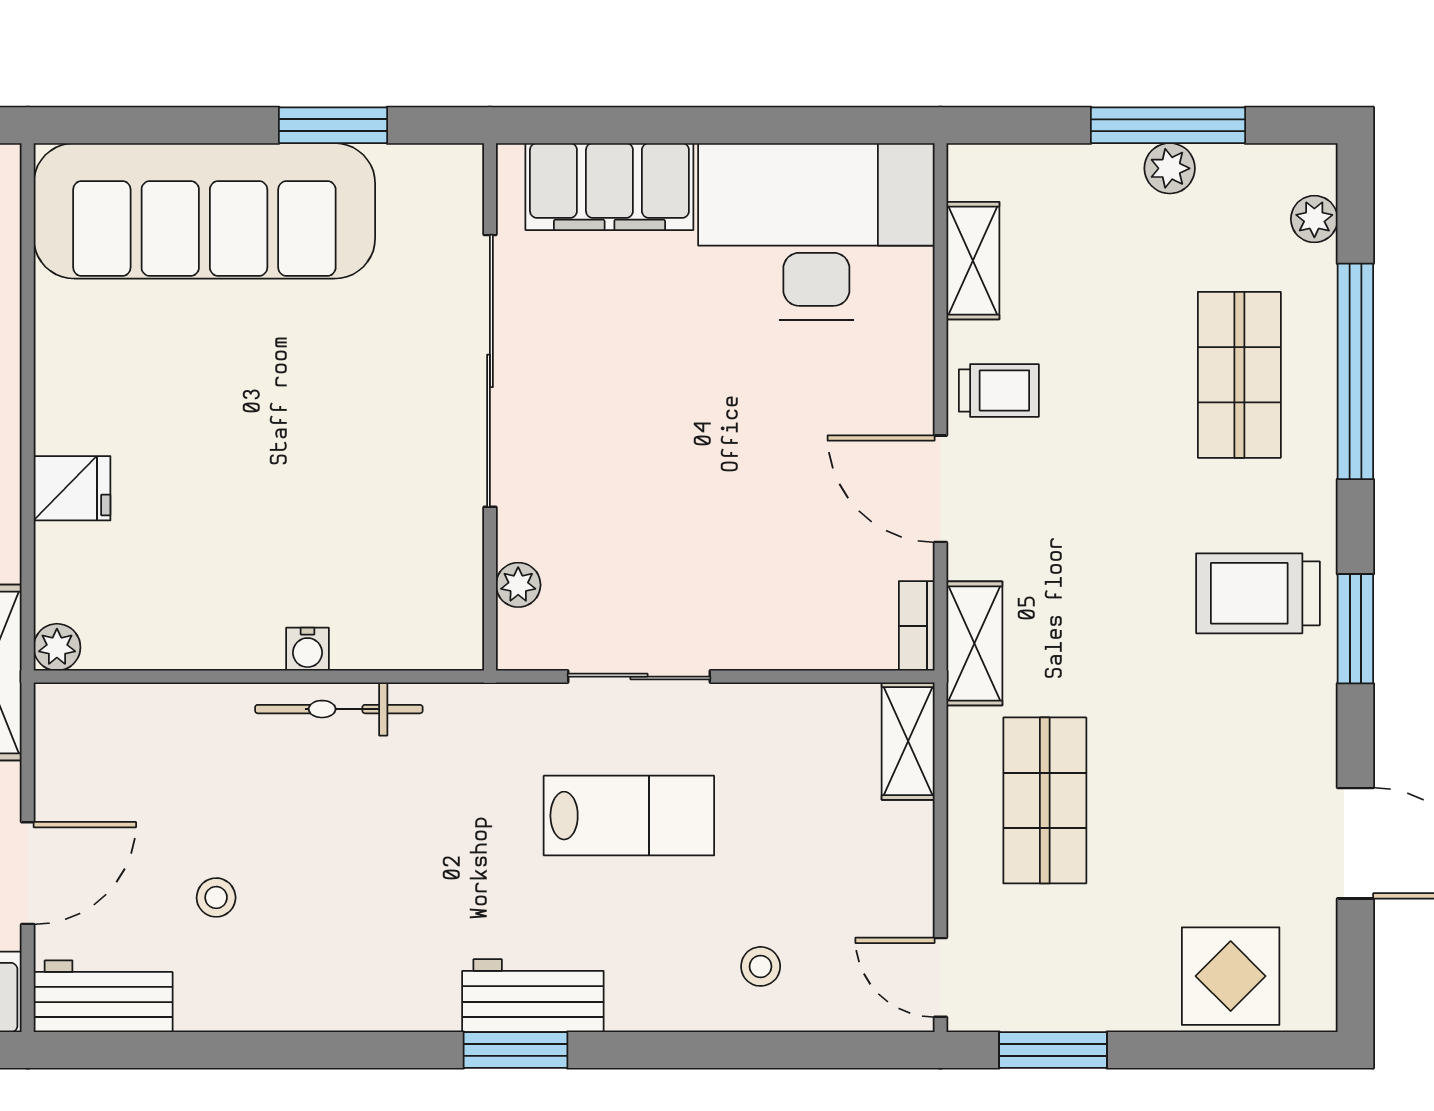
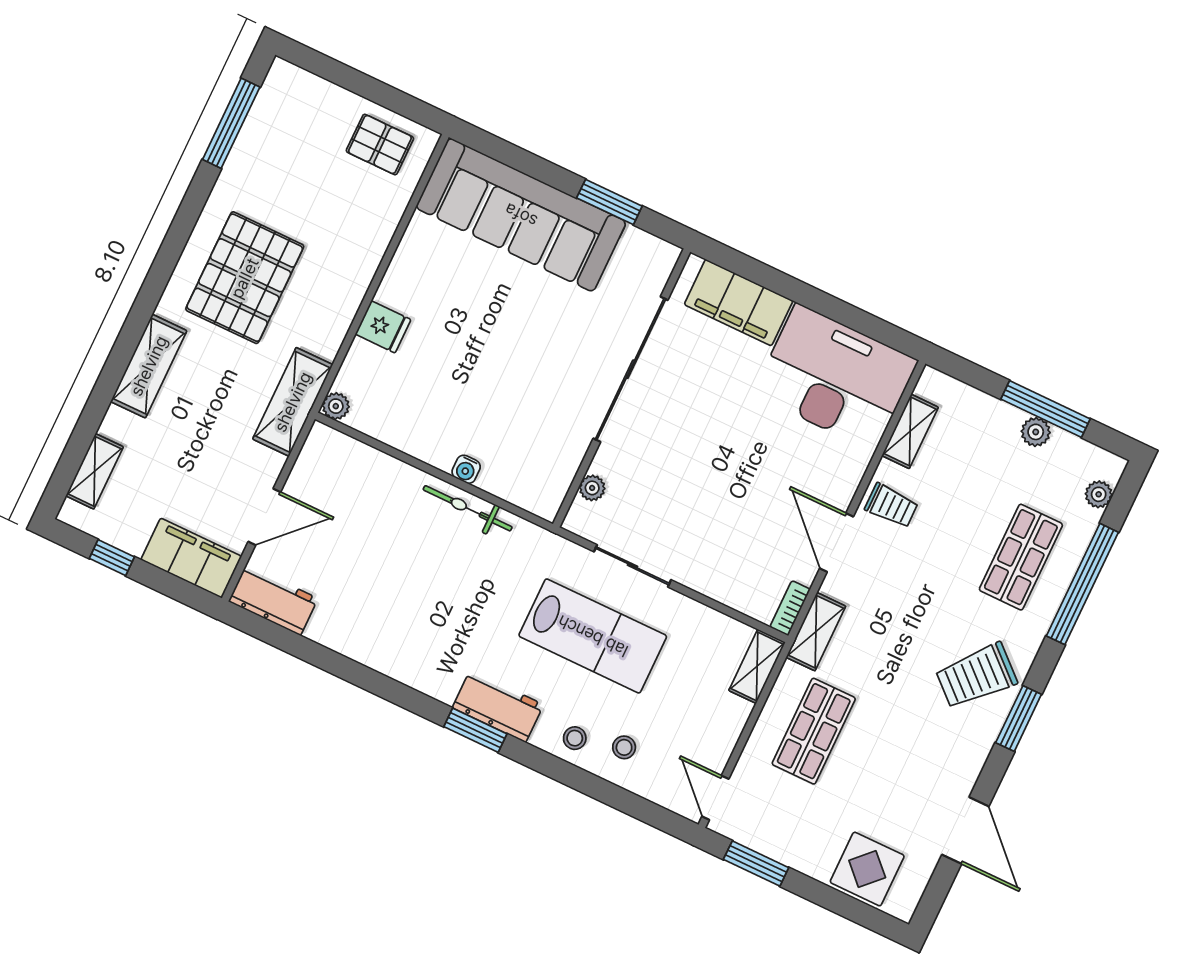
trolley: (1258, 593) -> (976, 676), turned -48
lab bench: (629, 816) -> (593, 636), width x1.36, depth x1.39
stool: (216, 897) -> (575, 738), moved

